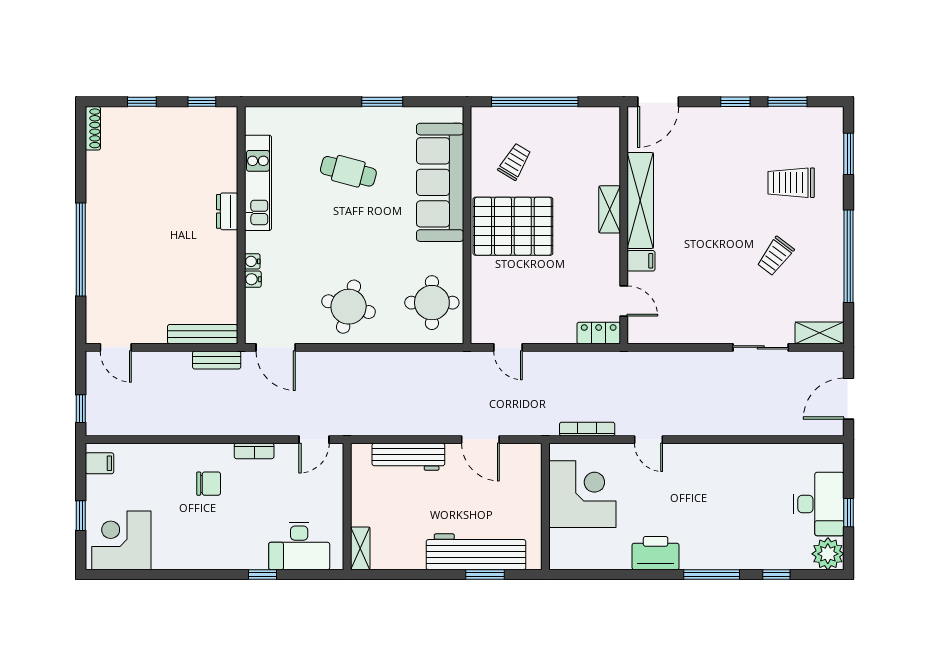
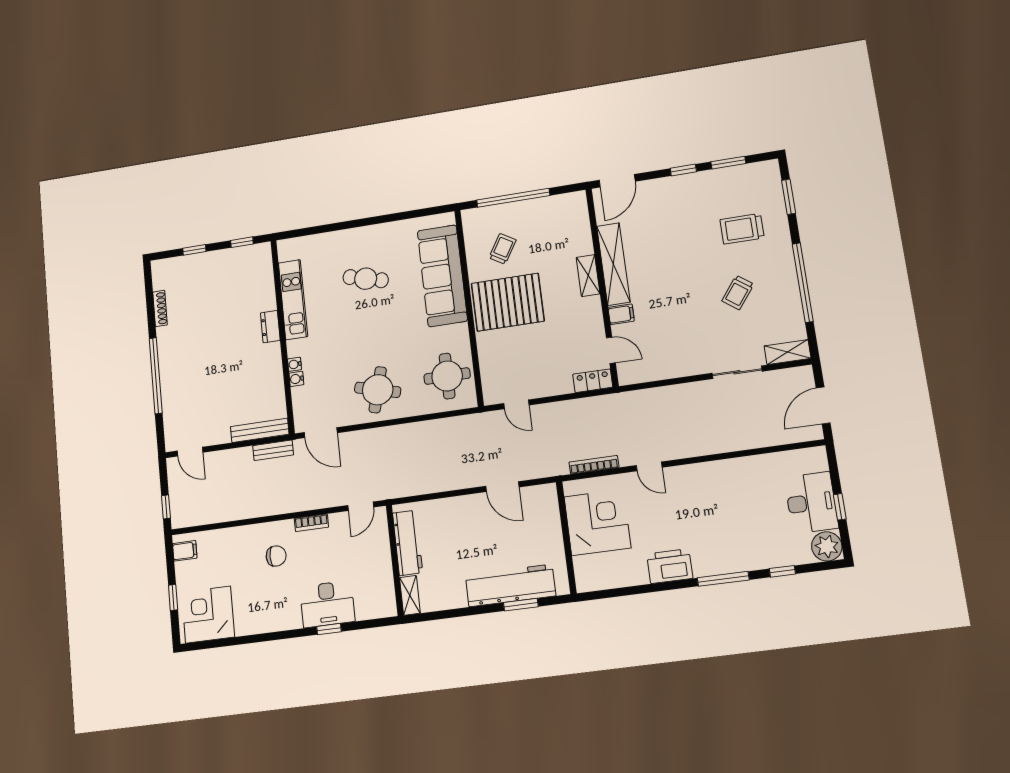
window: (382, 102) -> (387, 218), removed
shoe rack: (93, 128) -> (160, 308), moved
workbench: (408, 457) -> (408, 543), moved, turned -90
desk: (299, 546) -> (327, 604), moved

